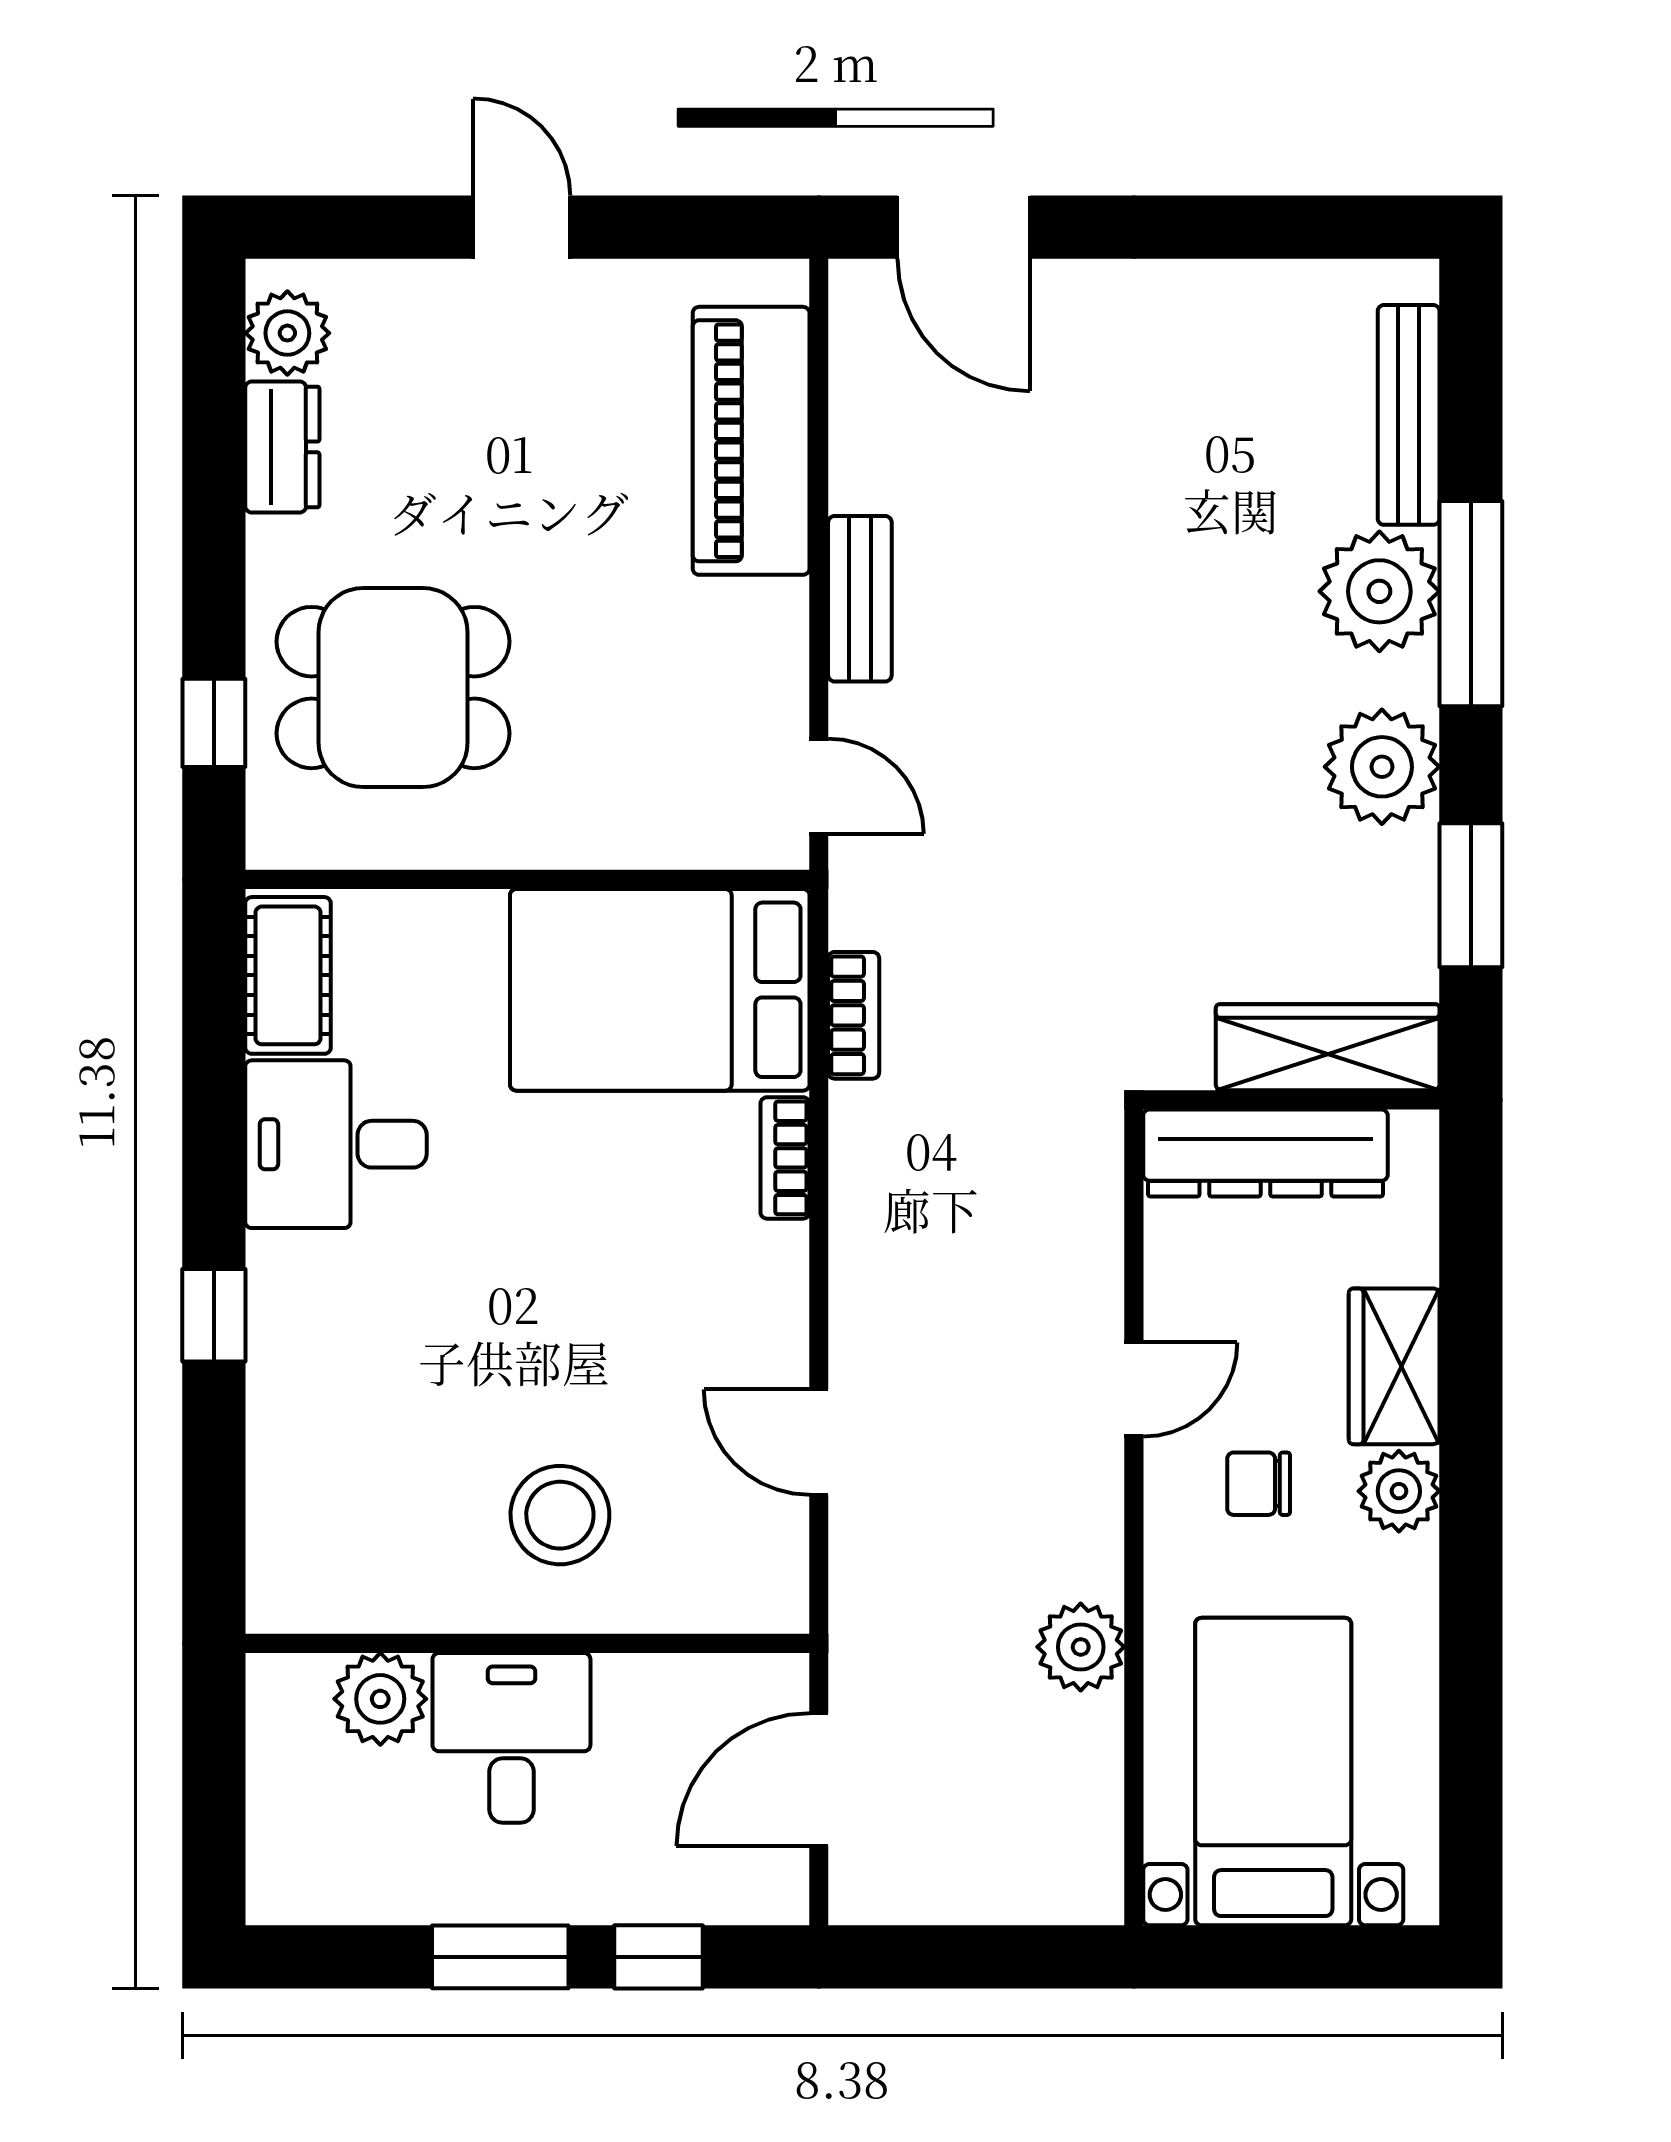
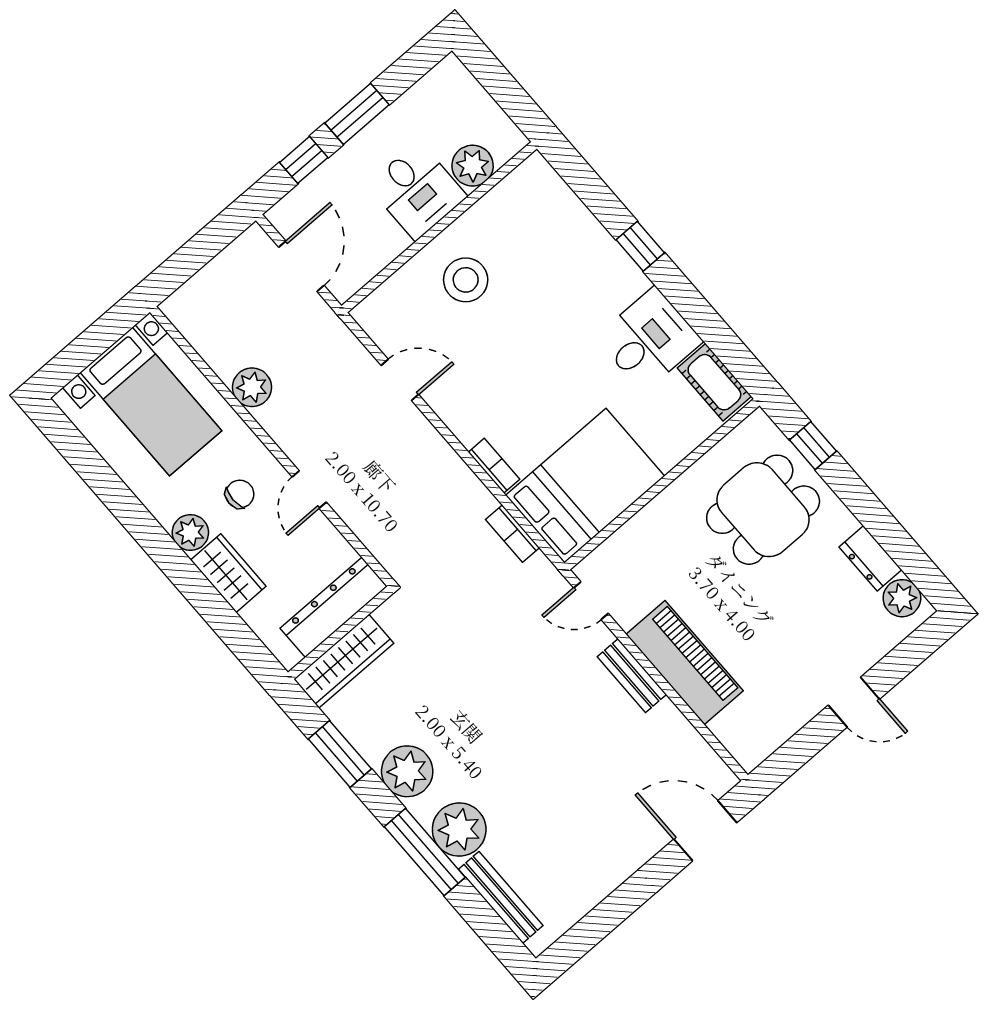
piano: (751, 441) -> (685, 663), moved

